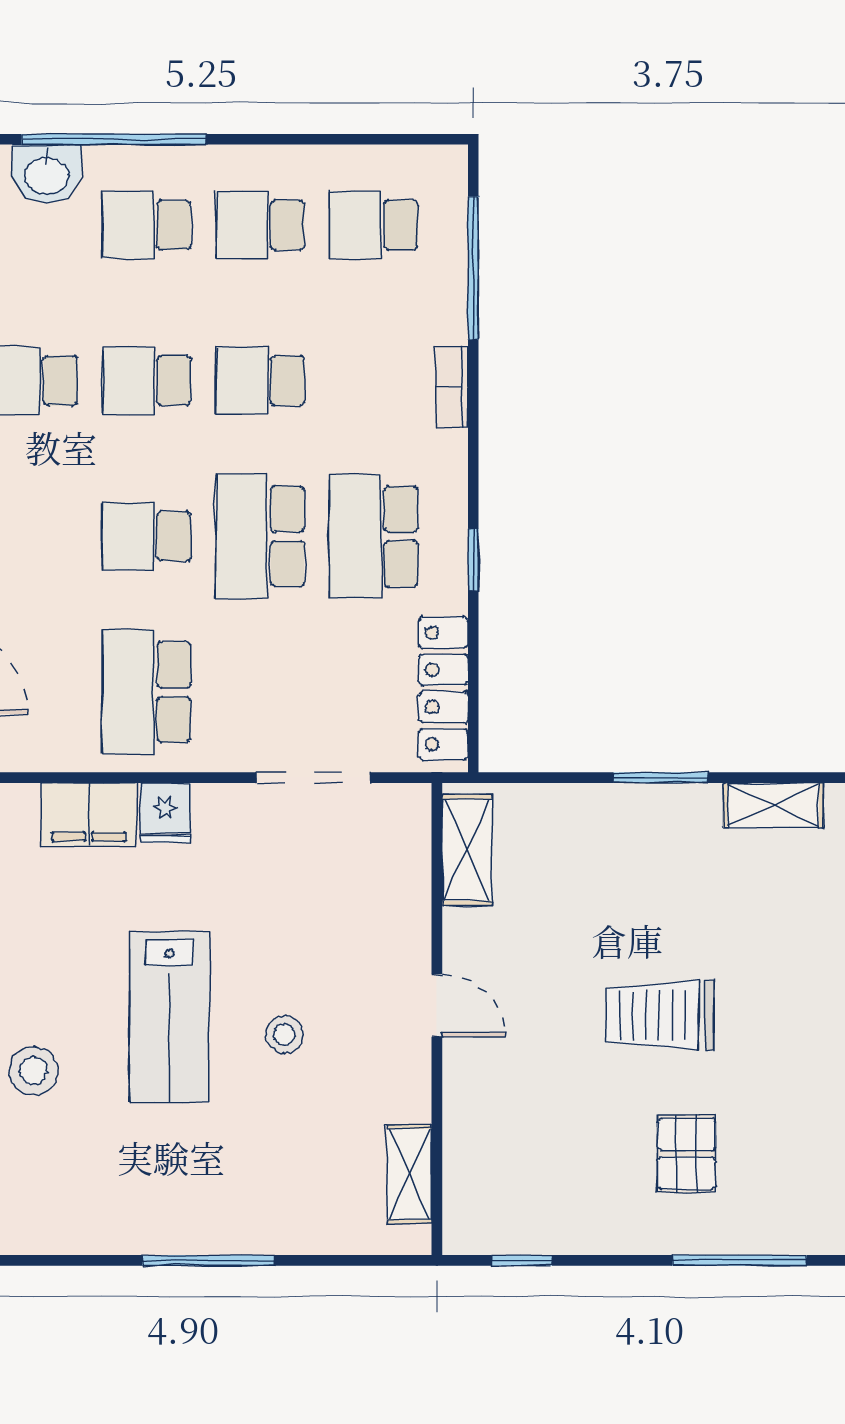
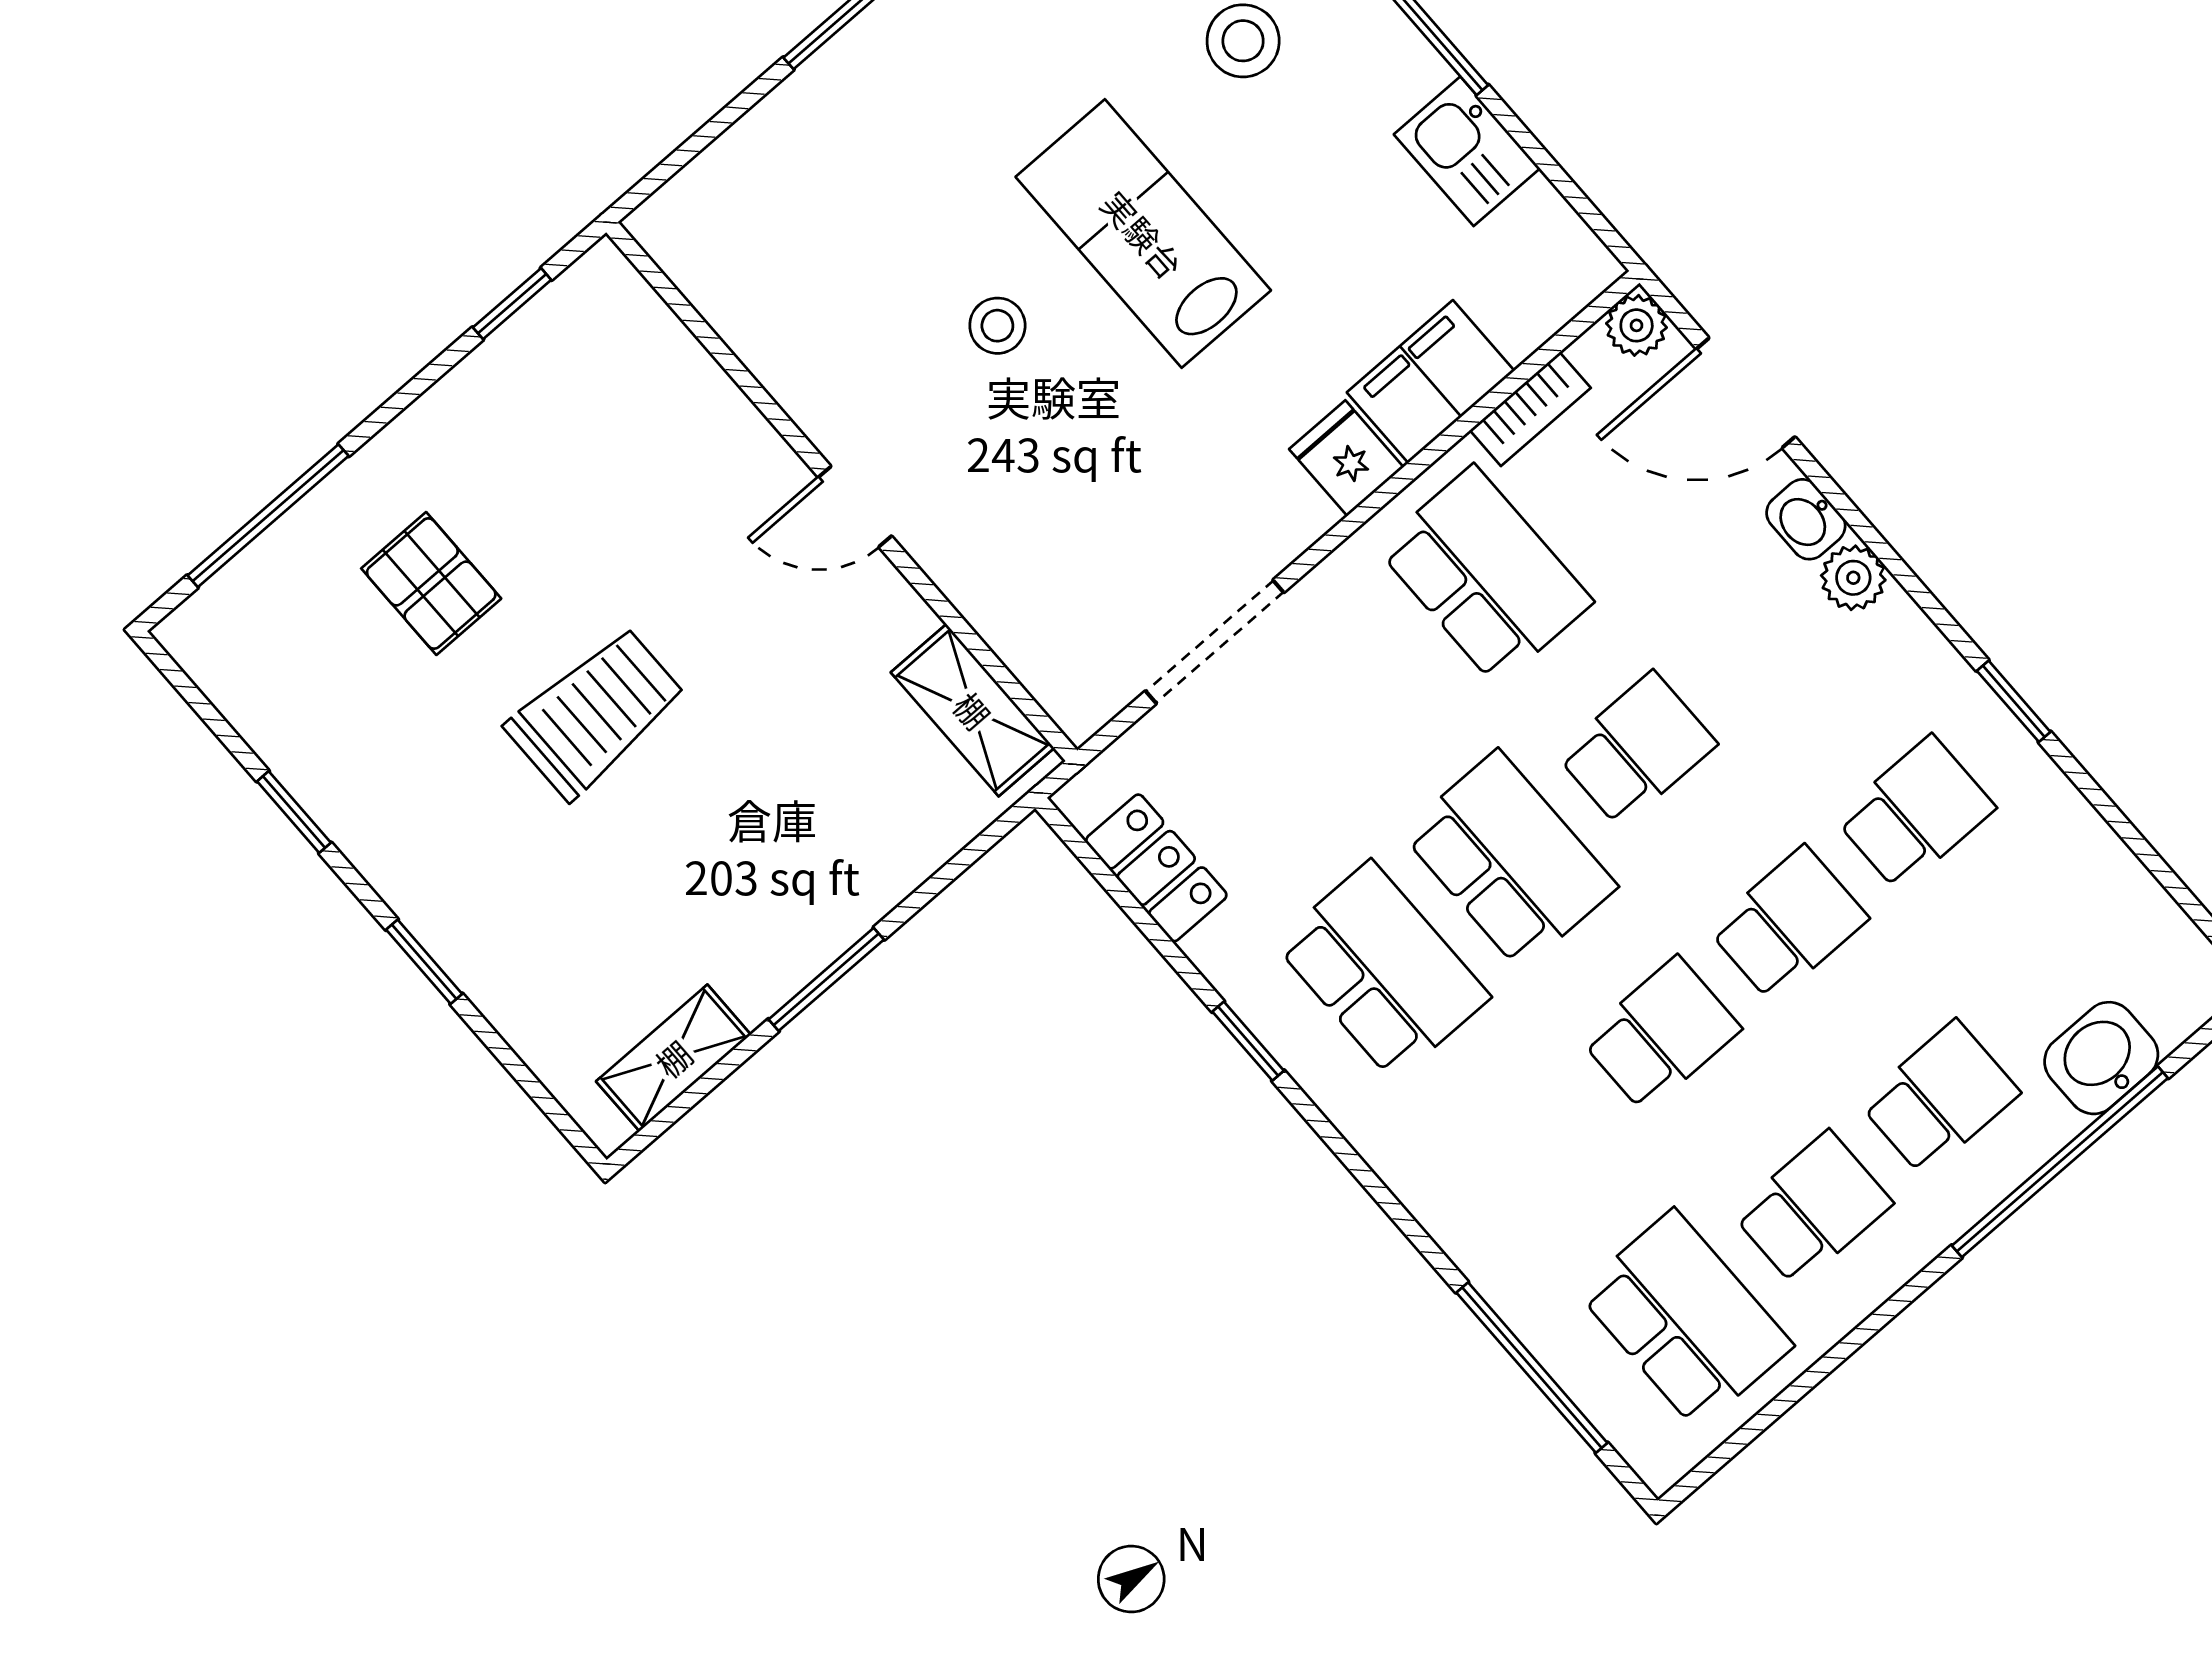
school desk: (374, 225) -> (1685, 1319), width x1.85
bookcase: (452, 387) -> (1530, 409), moved, turned 90
locker: (443, 688) -> (1156, 868), width x0.66
shelving: (410, 1174) -> (721, 291), removed

